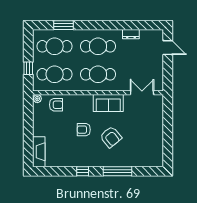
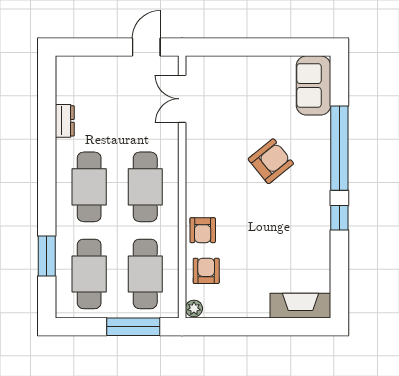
door: (168, 48) -> (146, 47), moved
window: (28, 68) -> (133, 327), width x2.17
sofa: (108, 103) -> (313, 85), moved, turned 180
armchair: (84, 130) -> (203, 230), moved
window: (117, 171) -> (339, 148), width x1.46

